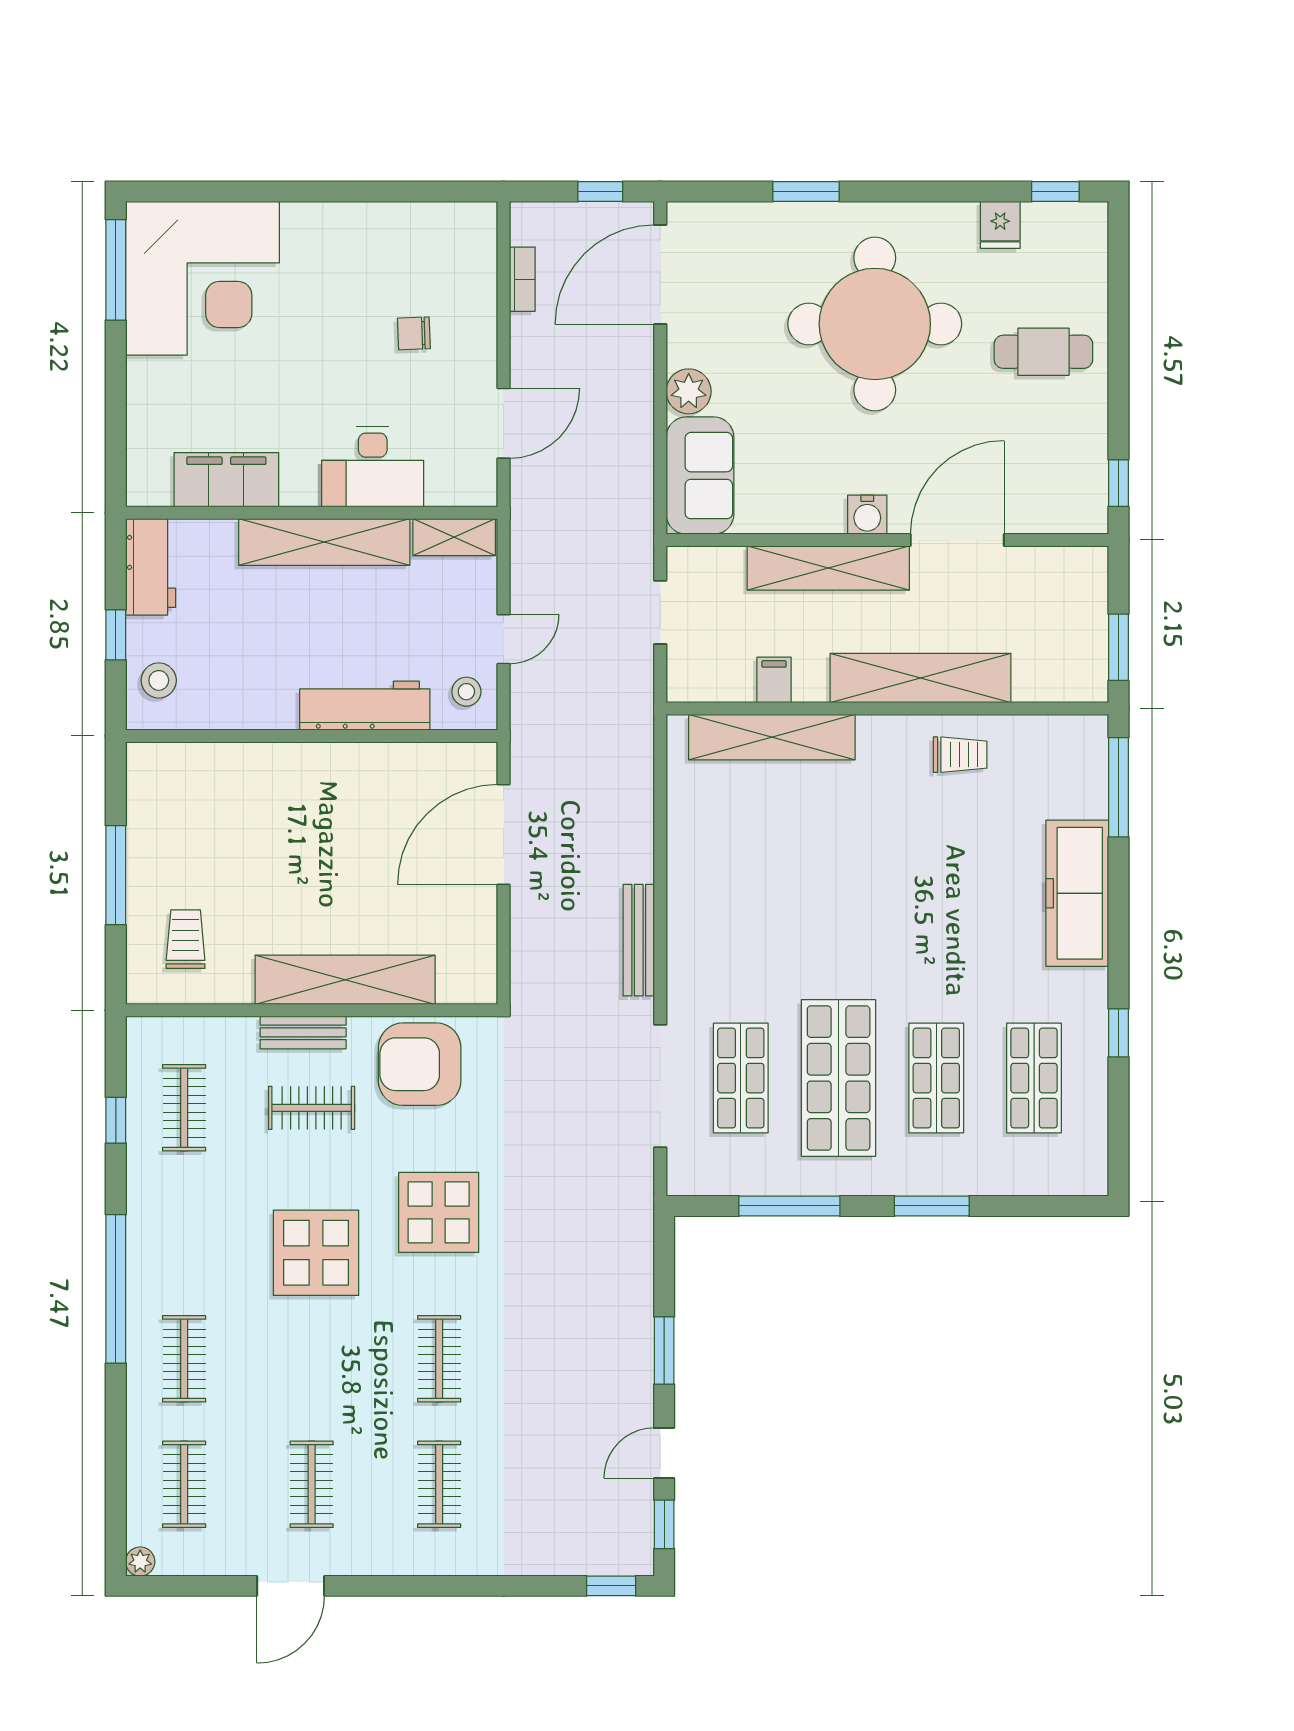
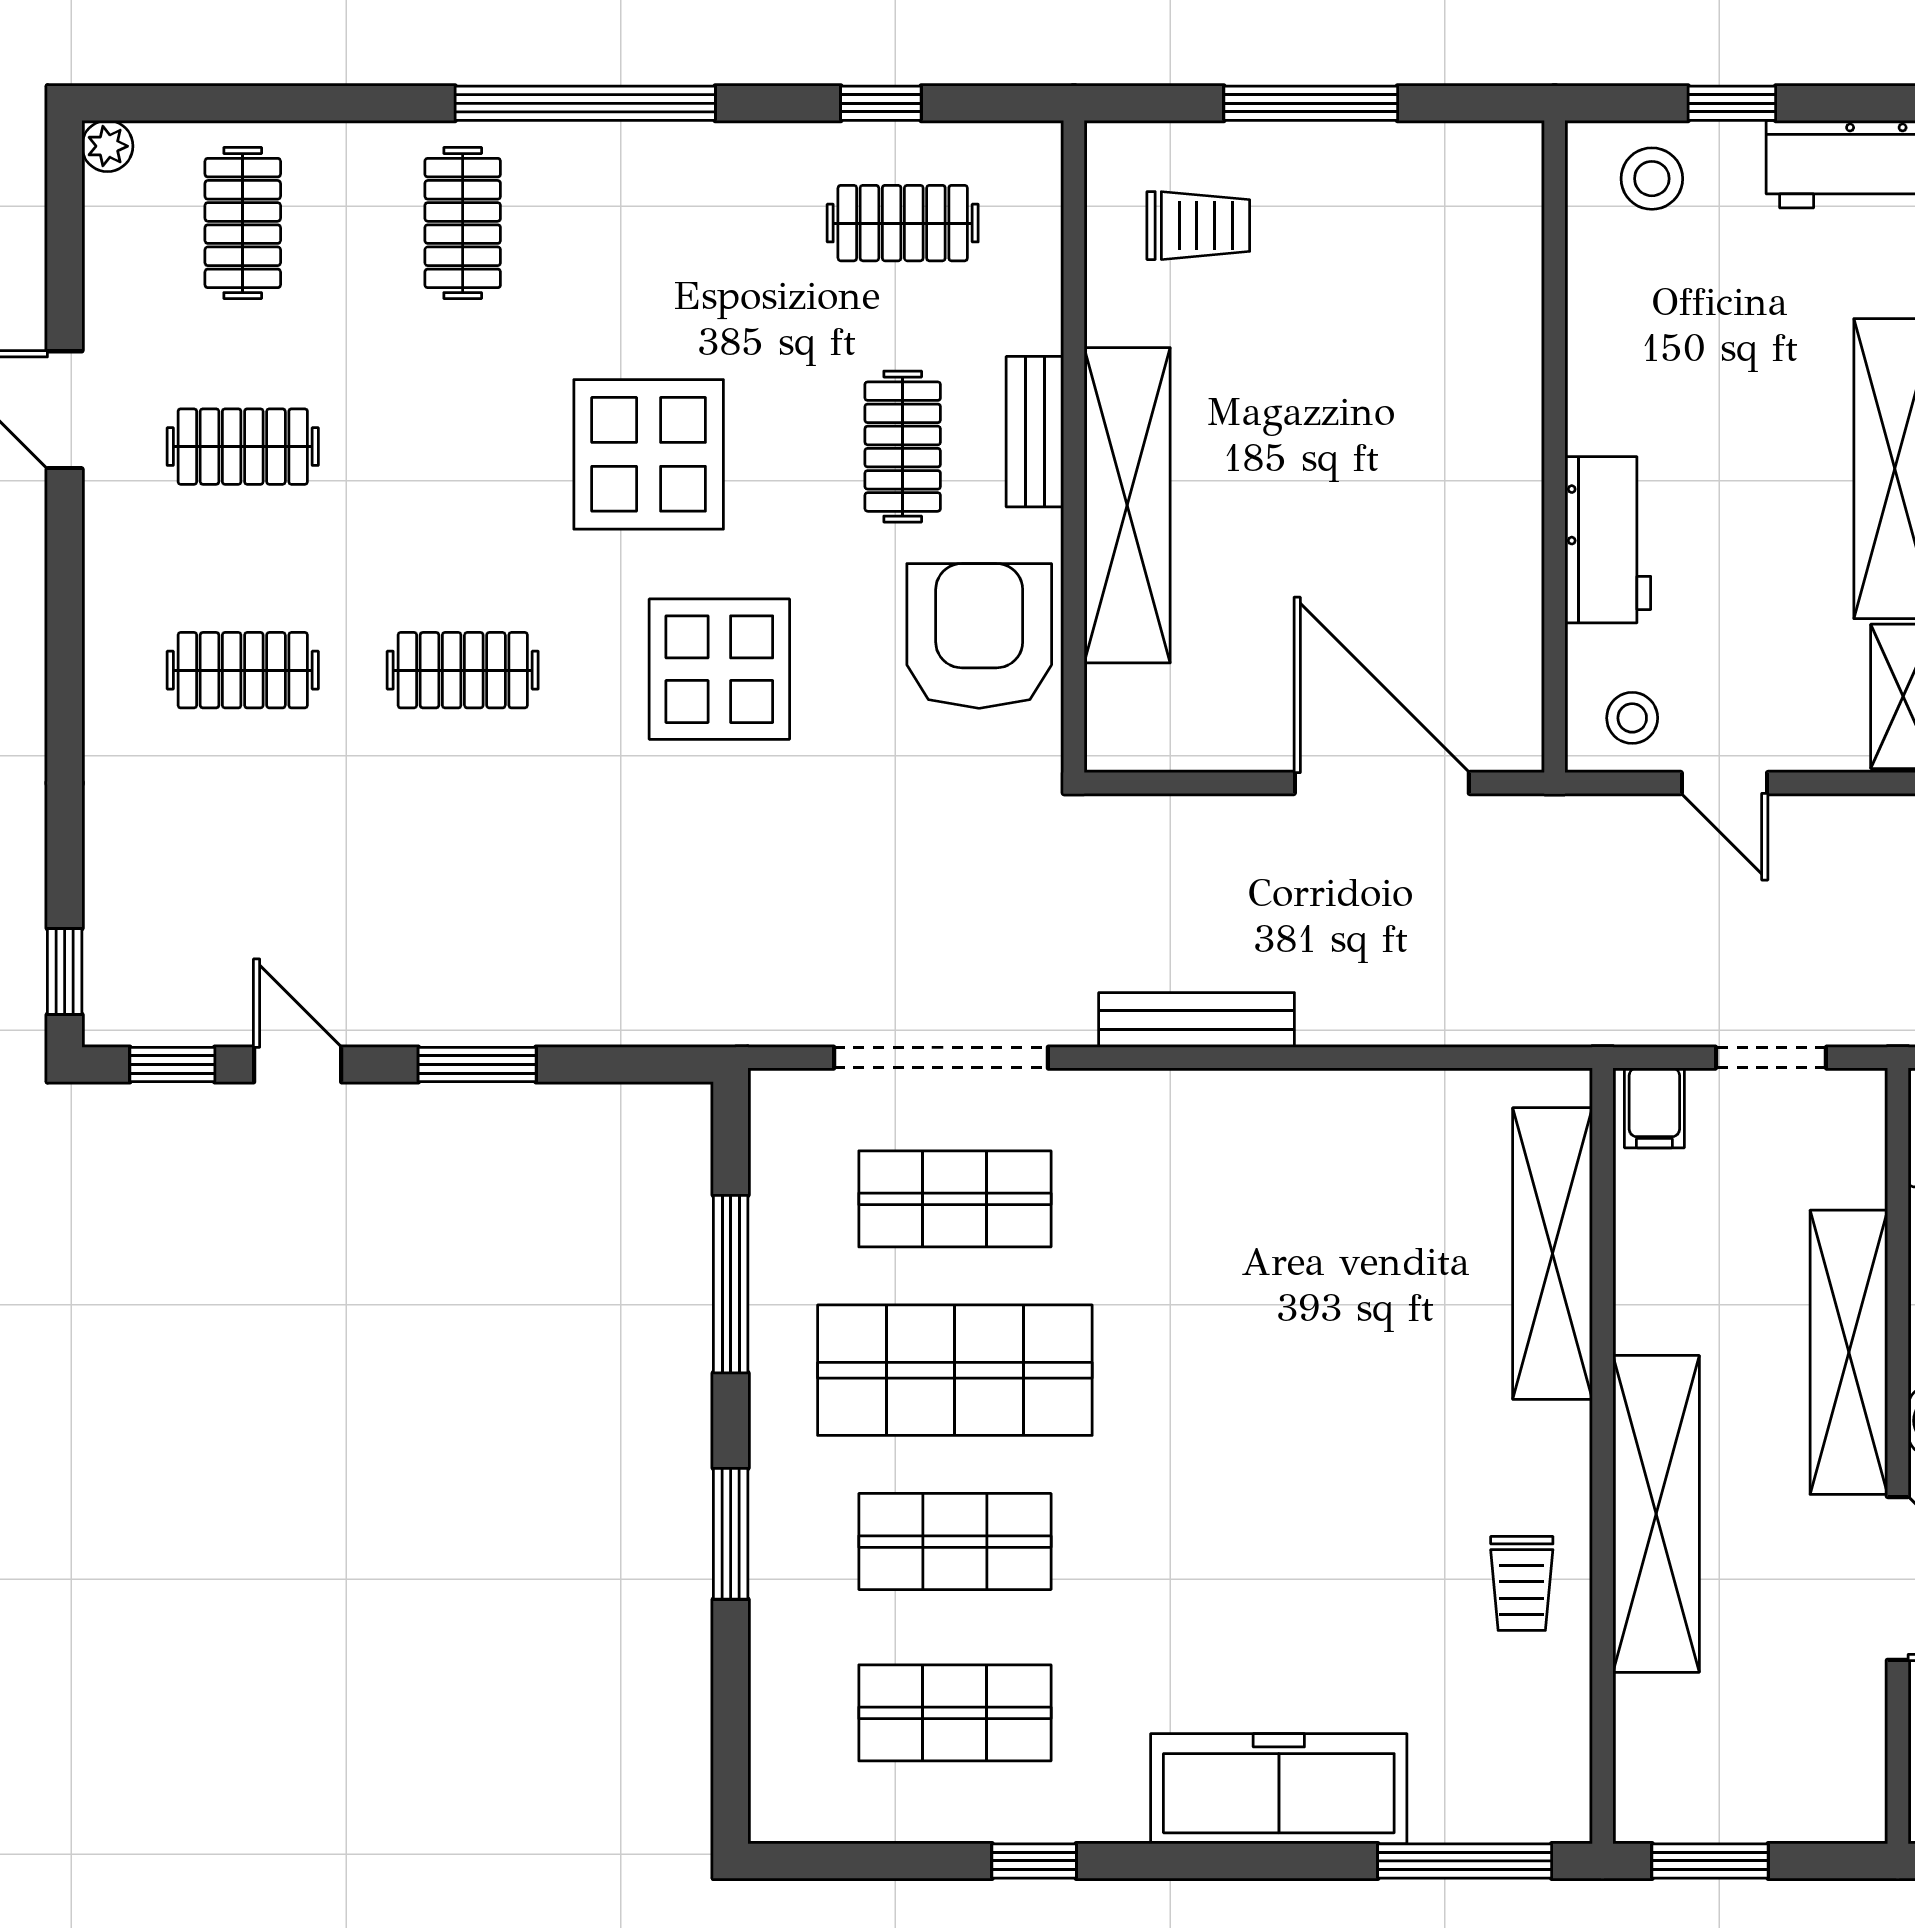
filing cabinet: (774, 680) -> (1654, 1108), moved, turned 90
workbench: (365, 706) -> (1608, 540), width x0.73
clothes rail: (184, 1359) -> (463, 223), turned 90
clothes rail: (184, 1484) -> (243, 223), turned 90

